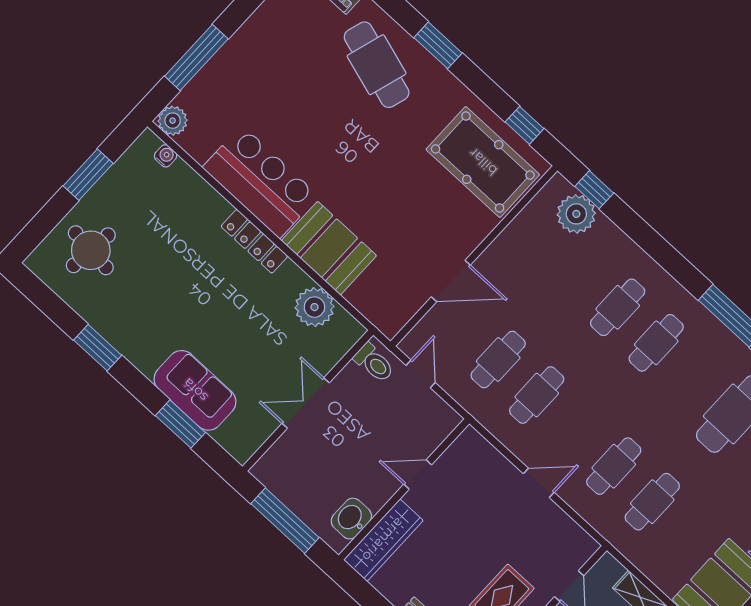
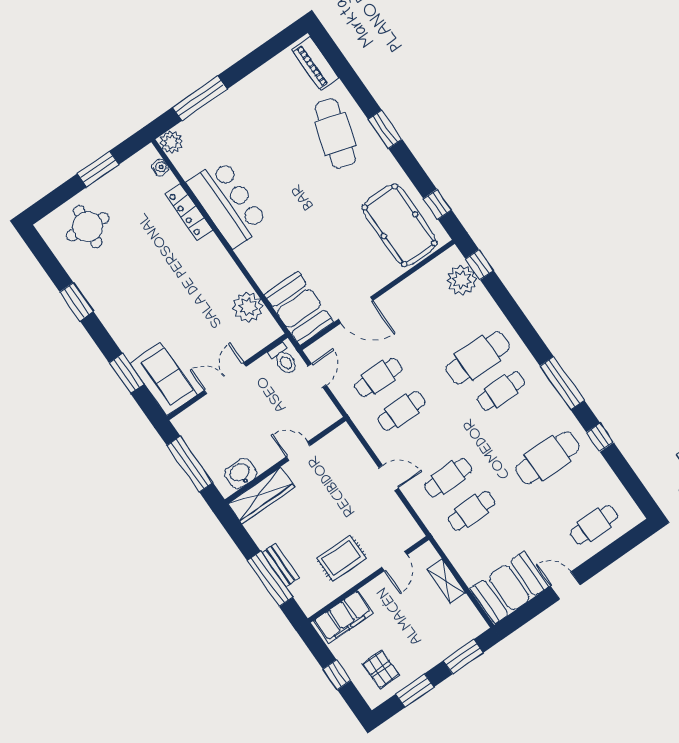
locker: (254, 241) -> (189, 212), moved
booth: (329, 248) -> (299, 308), moved
cafe table: (618, 307) -> (478, 358), width x1.37, depth x1.35
sofa: (195, 390) -> (163, 379), moved

